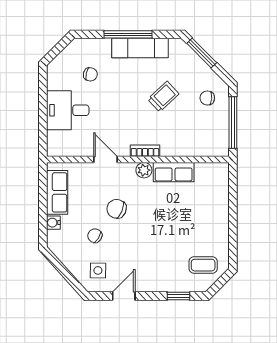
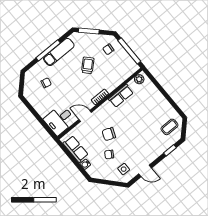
desk: (68, 110) -> (60, 120), moved
plant: (144, 170) -> (139, 79), moved
door: (124, 296) -> (145, 171), swing flipped

